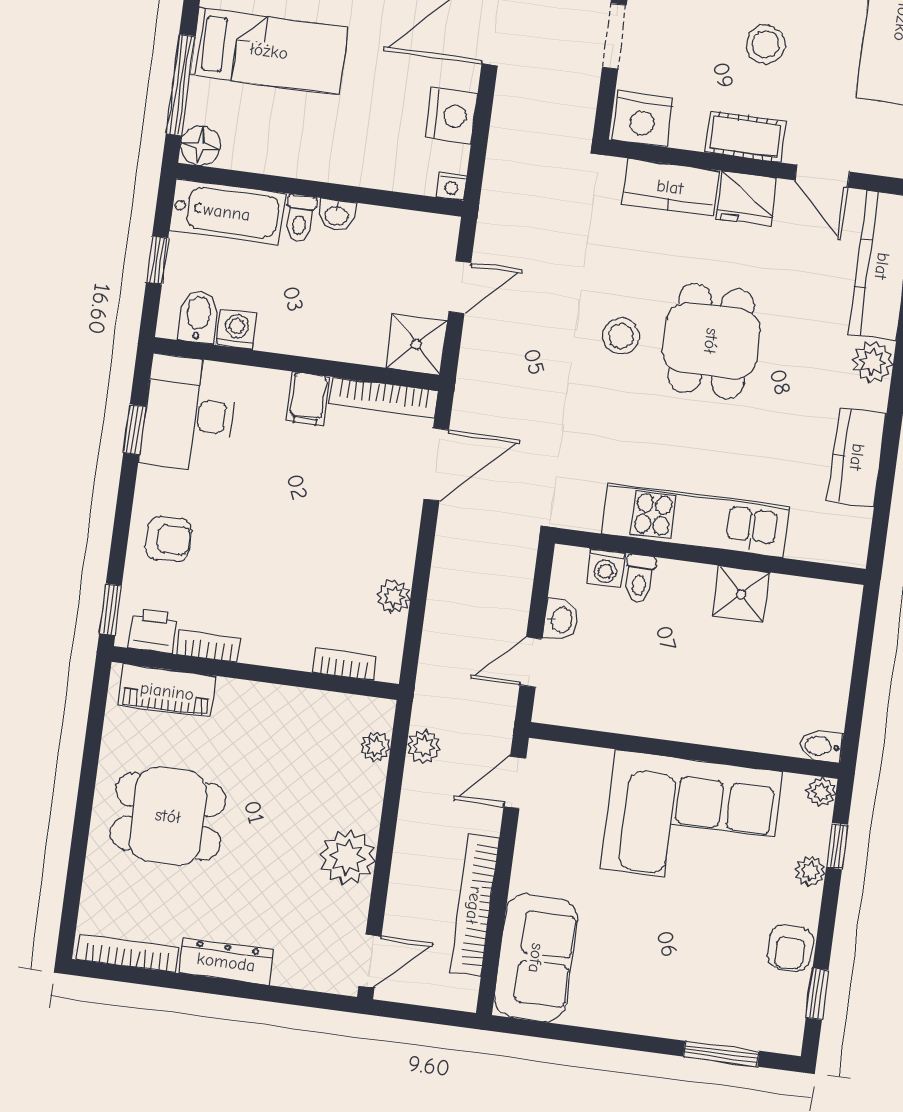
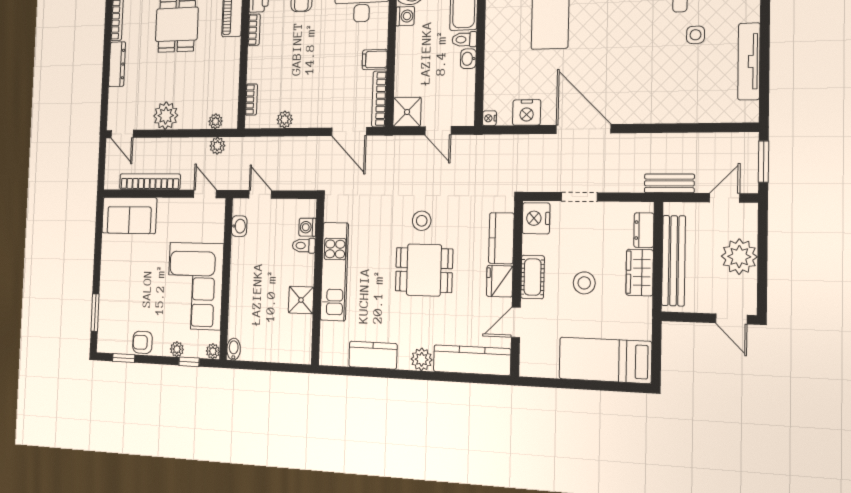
washbasin: (561, 620) -> (239, 226), moved, turned -90

